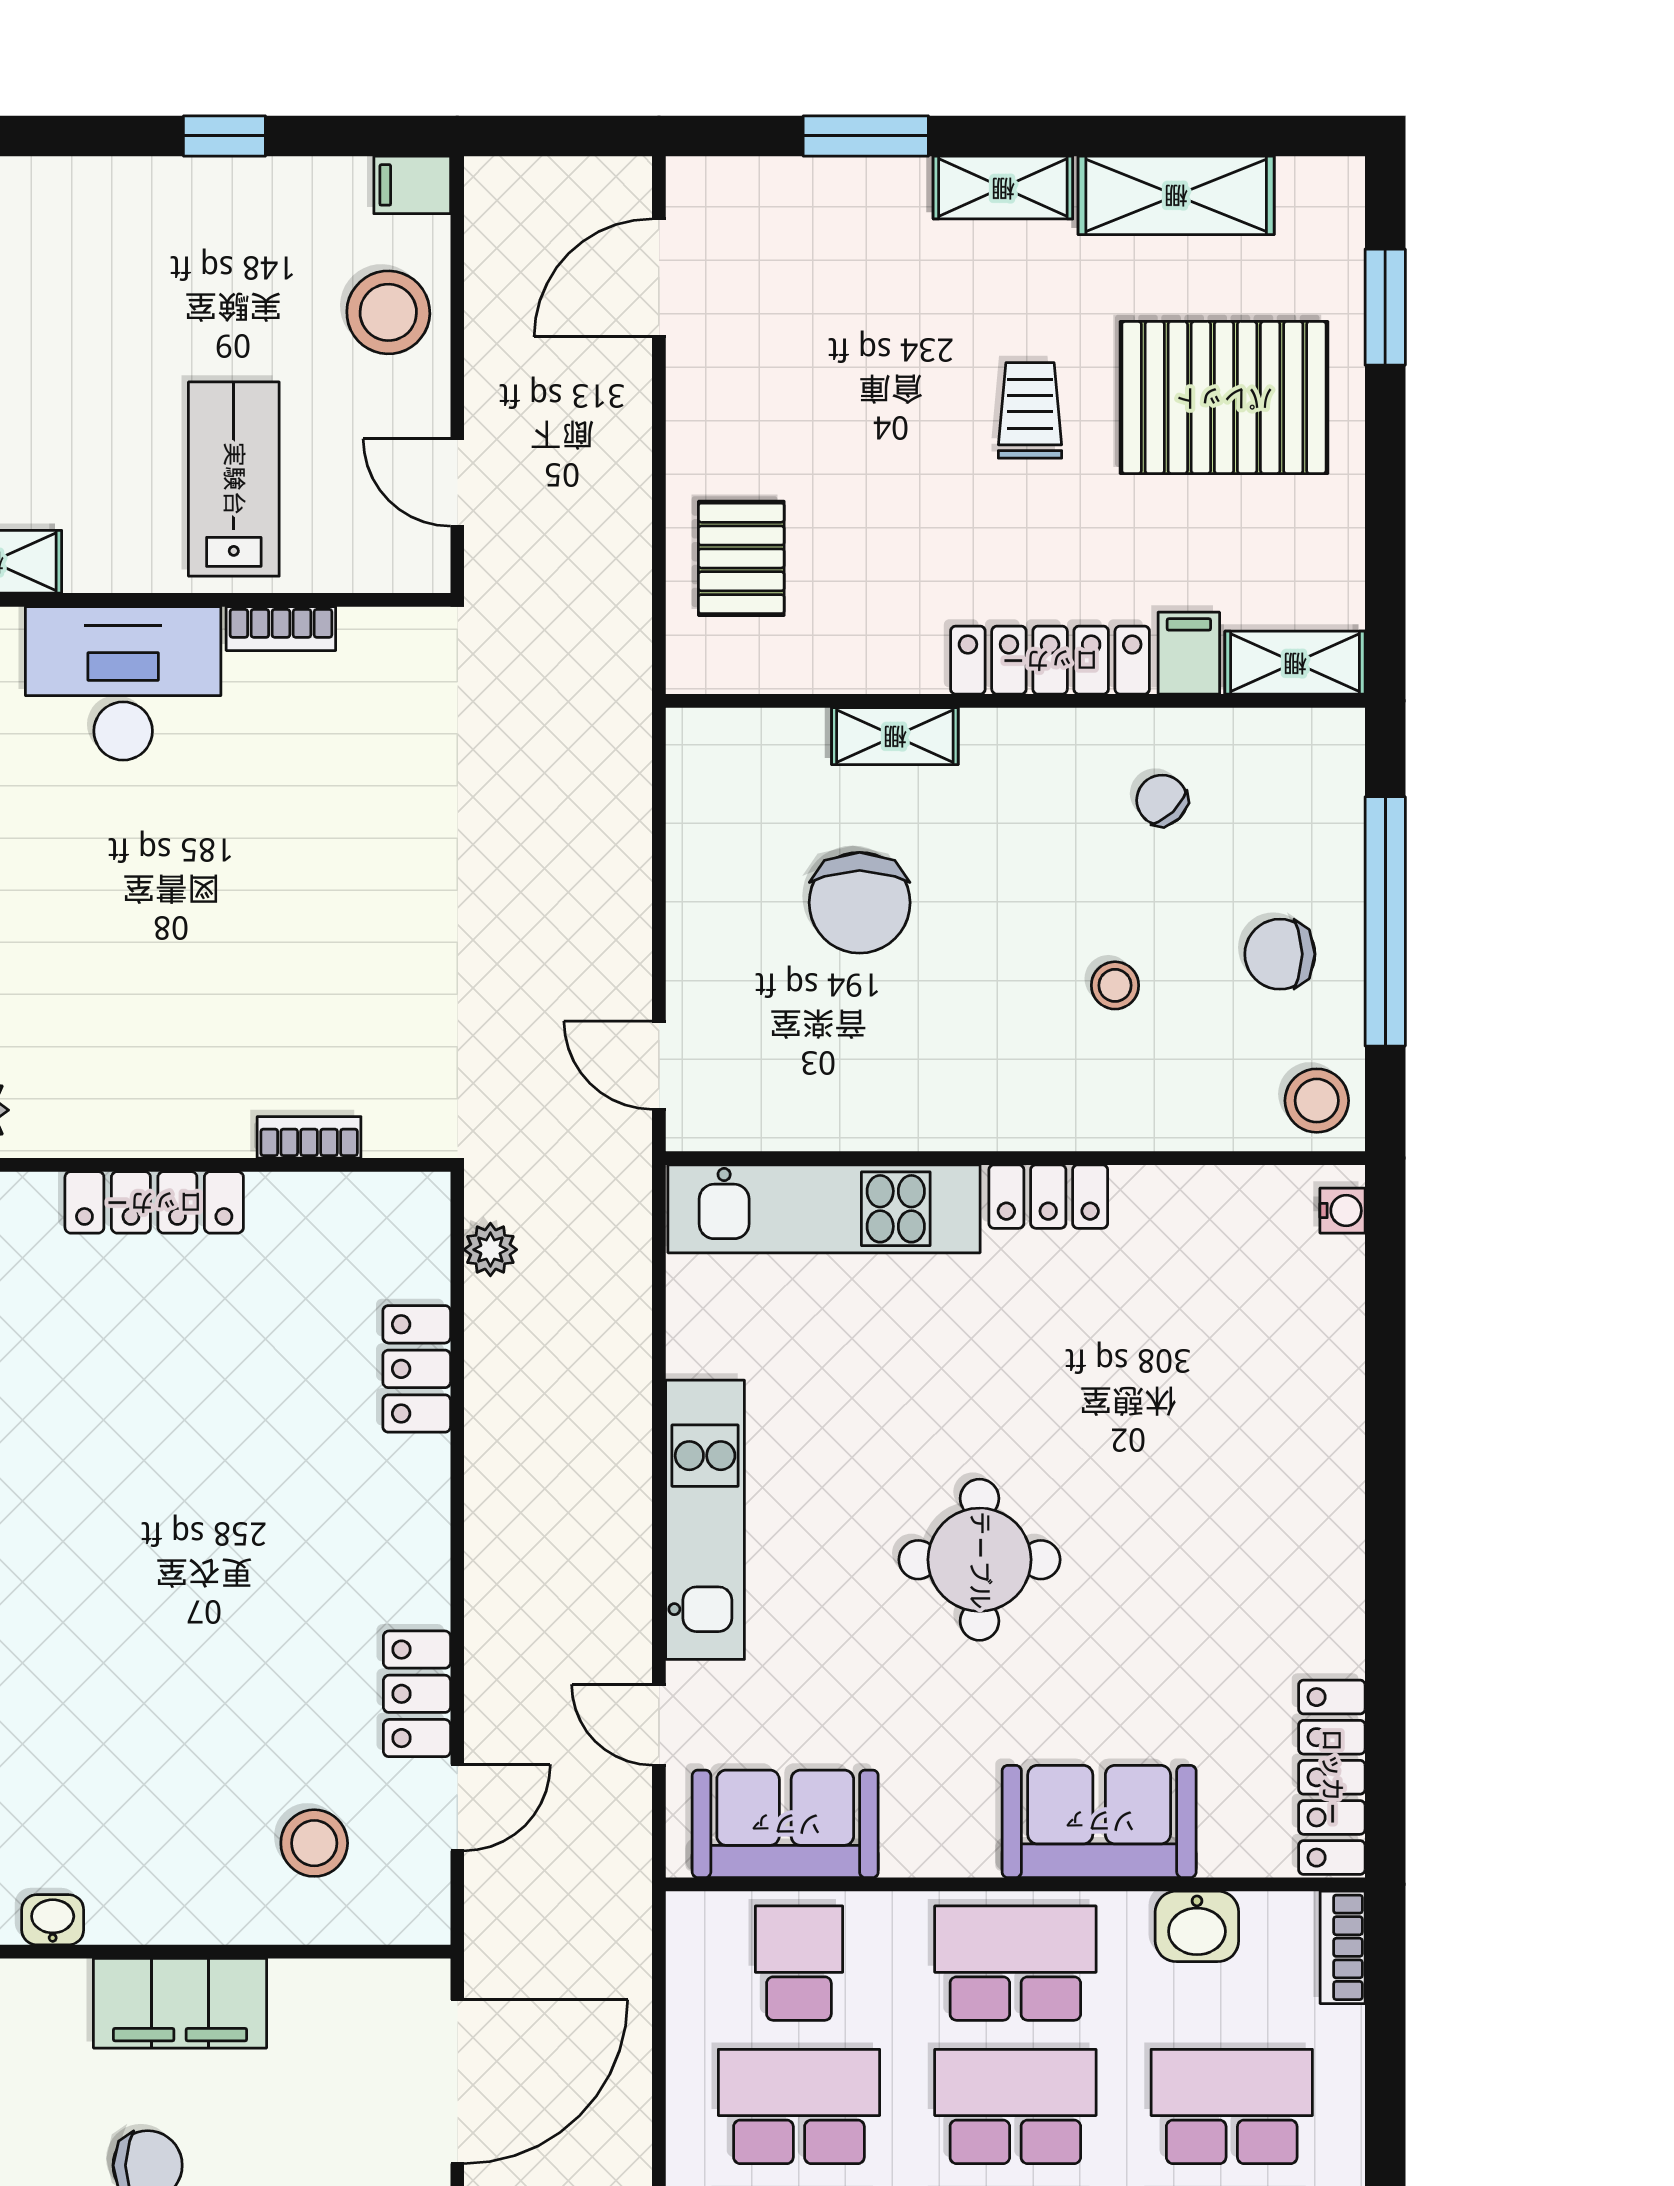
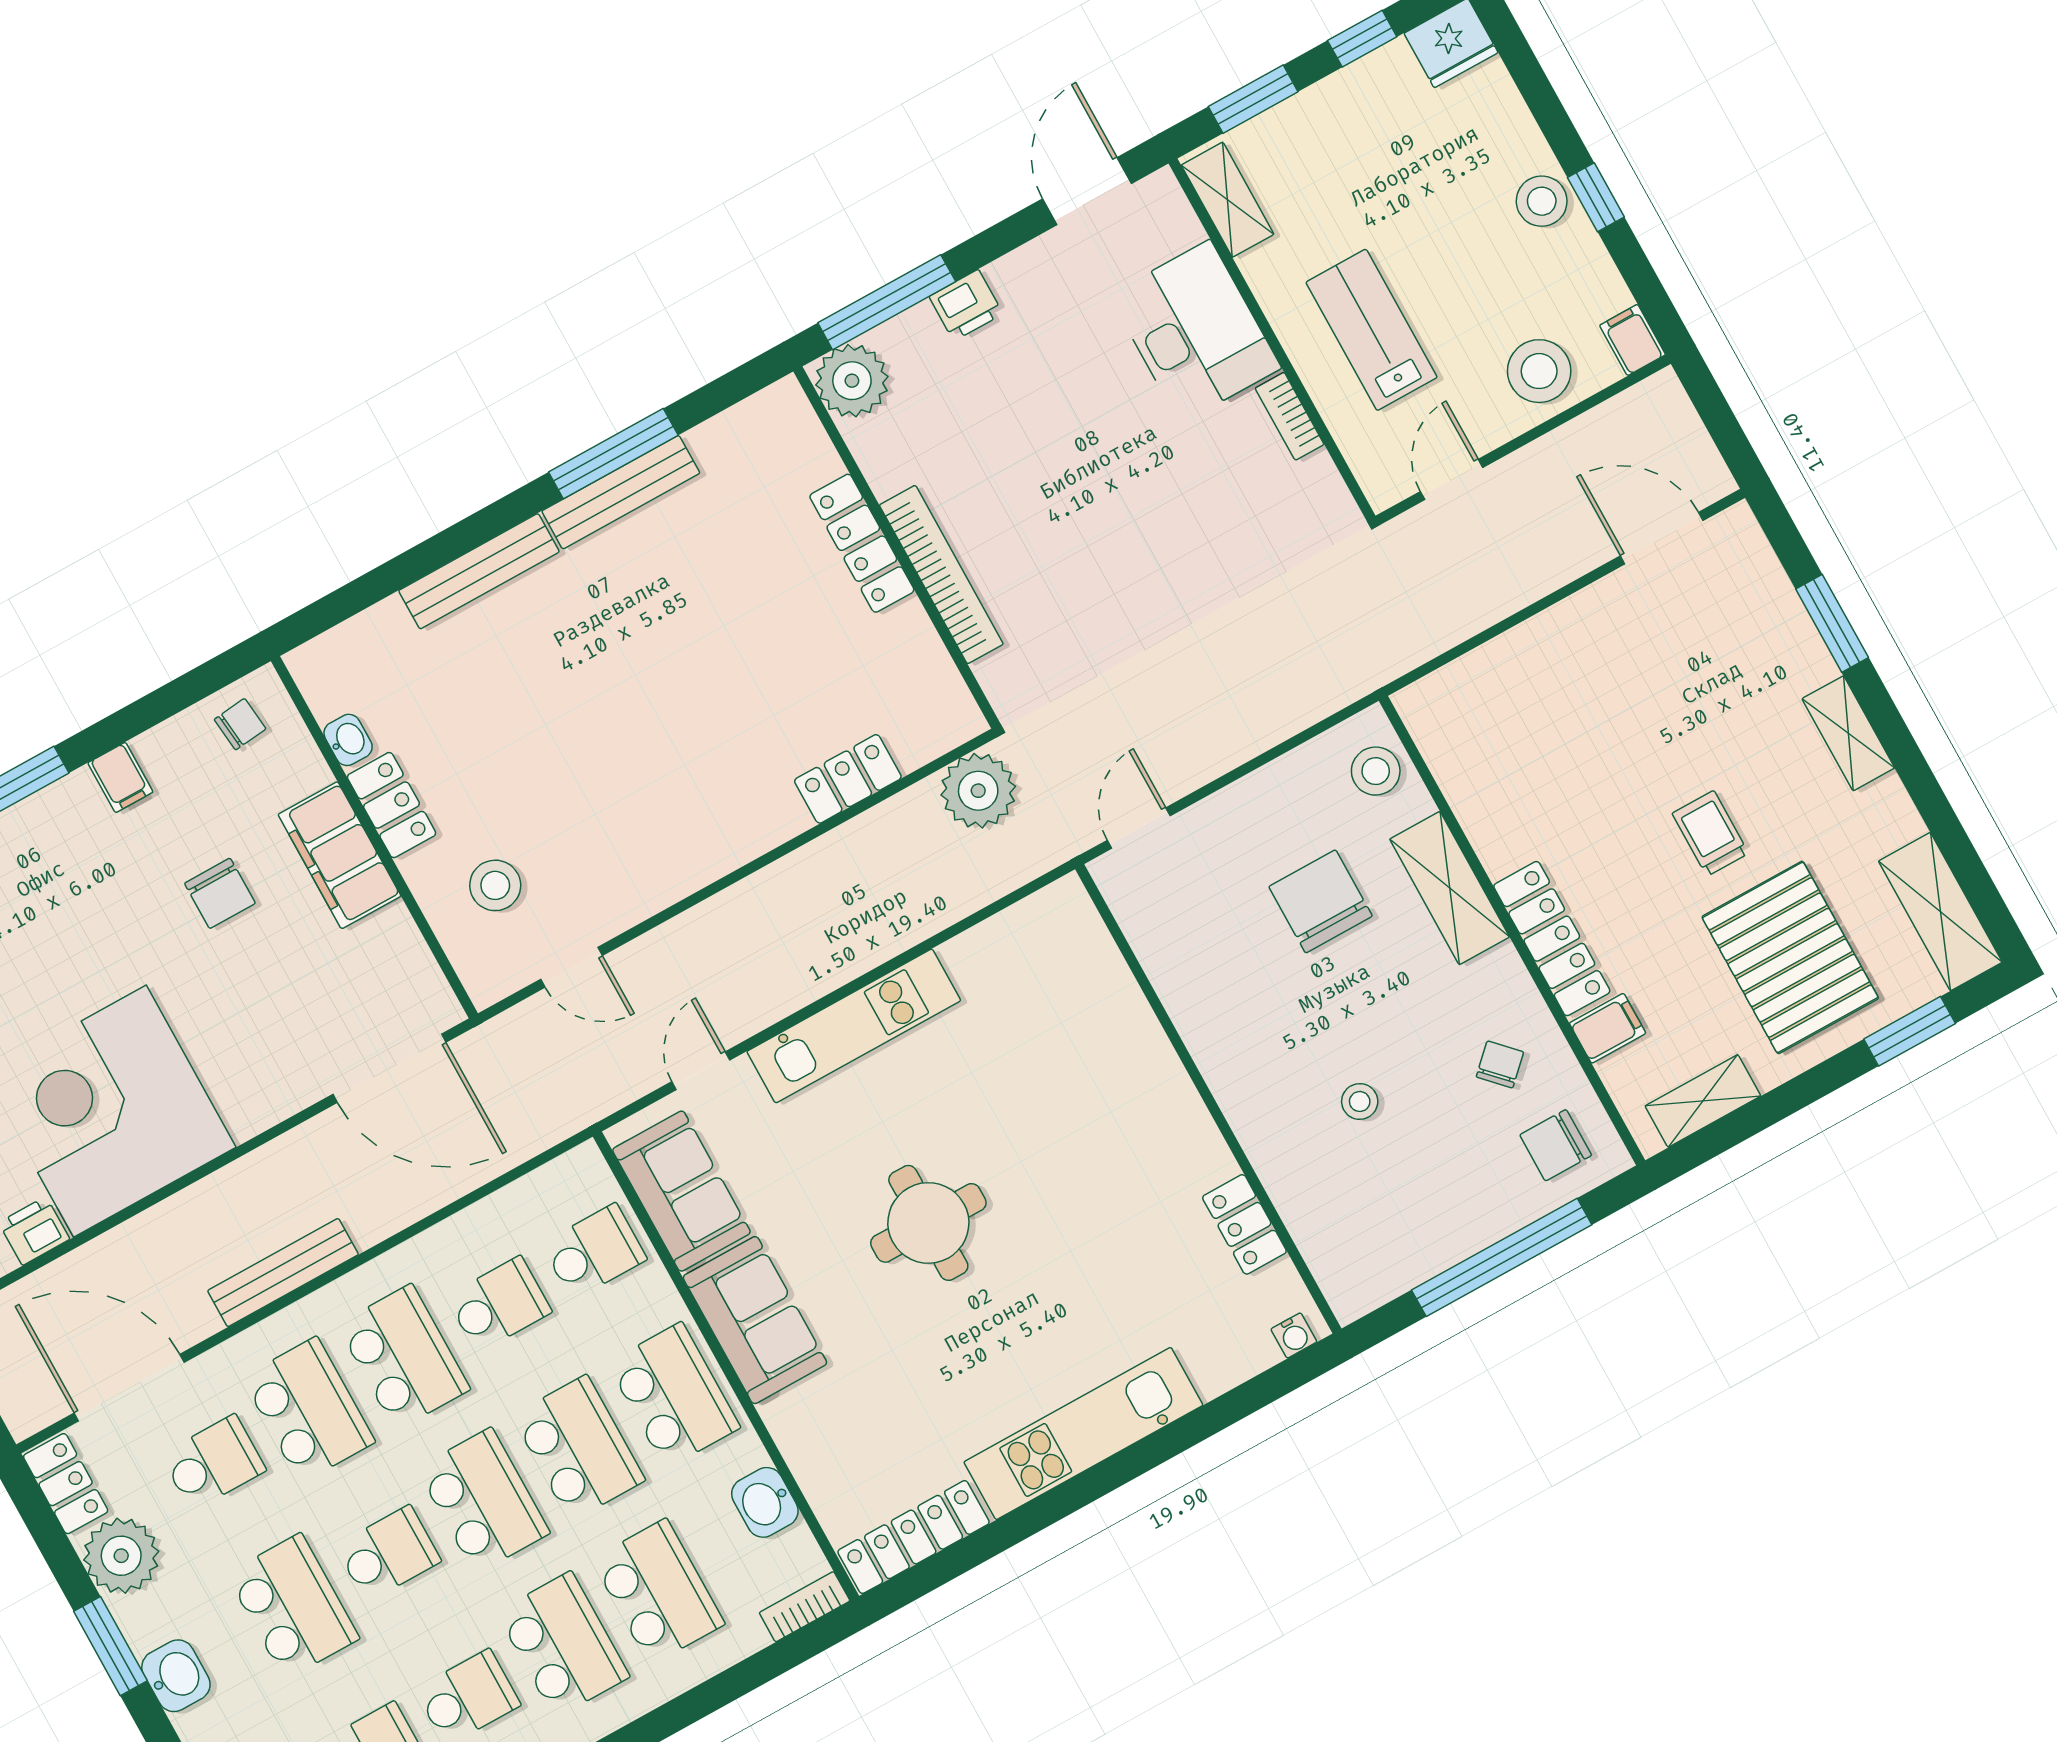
shelving: (1176, 195) -> (1940, 912), moved
stool: (194, 201) -> (1542, 201), added
trolley: (1030, 410) -> (1710, 833), turned -90
lab bench: (234, 479) -> (1372, 330), turned -90
pallet: (741, 558) -> (1506, 696), removed
shelving: (1295, 663) -> (1703, 1101), moved, turned 90
shelving: (895, 736) -> (1450, 888), width x1.50, depth x1.33
chair: (860, 903) -> (1321, 901), turned 90
chair: (1280, 954) -> (1556, 1145), moved, turned -90
stool: (1317, 1101) -> (1376, 771), moved
bookcase: (309, 1137) -> (941, 575), width x2.31, depth x1.31
locker: (1048, 1197) -> (1244, 1224), moved
kitchen unit: (824, 1209) -> (1083, 1433), moved, turned 90
plant: (490, 1250) -> (978, 791), width x1.88, depth x1.88
locker: (417, 1694) -> (391, 805), moved, turned 90
sofa: (1099, 1821) -> (755, 1320), moved
school desk: (799, 2106) -> (499, 1304), width x0.54

